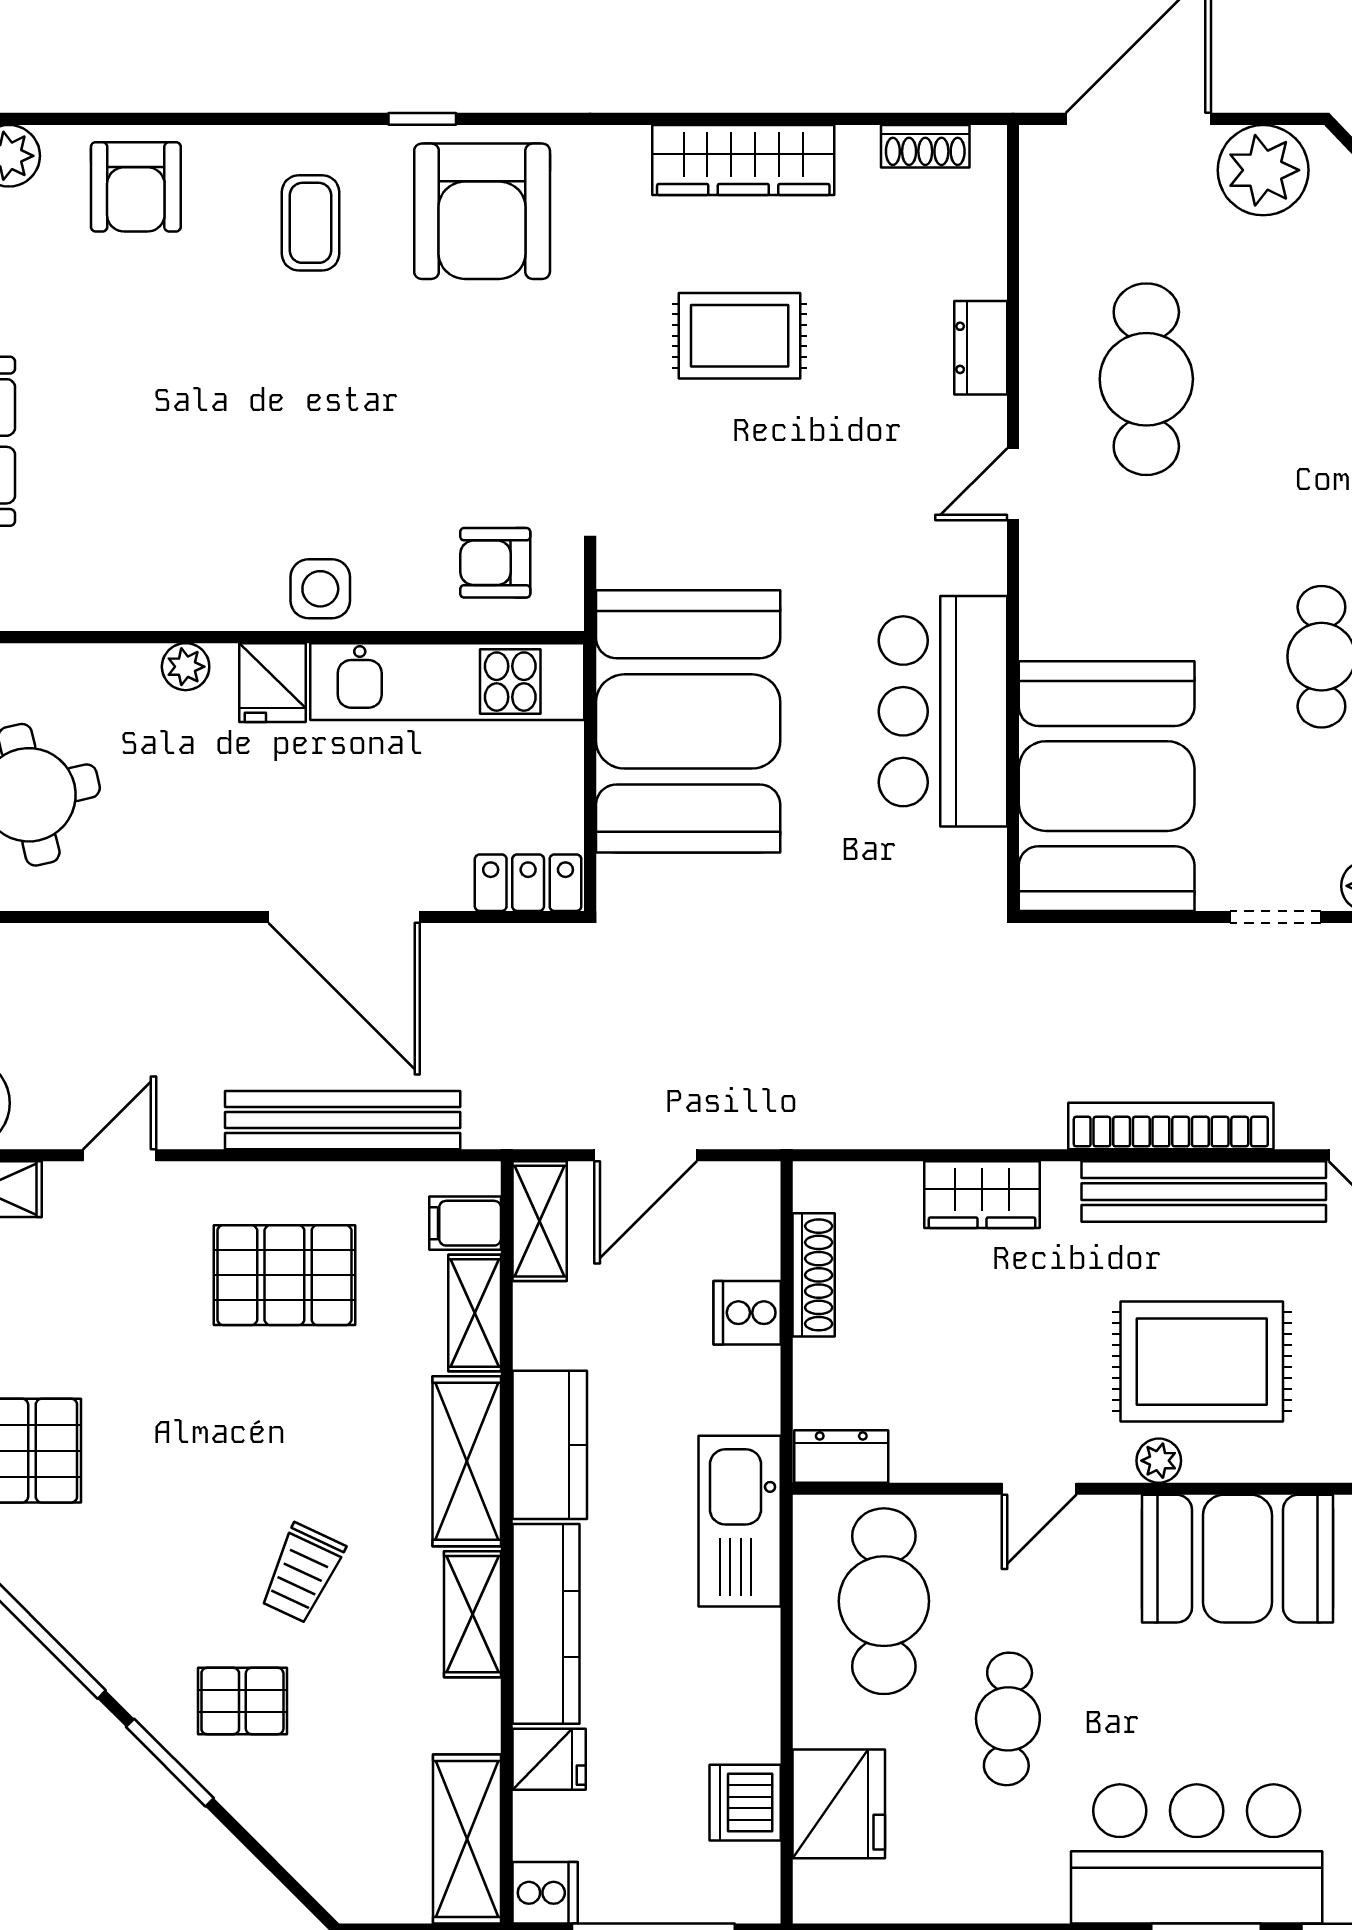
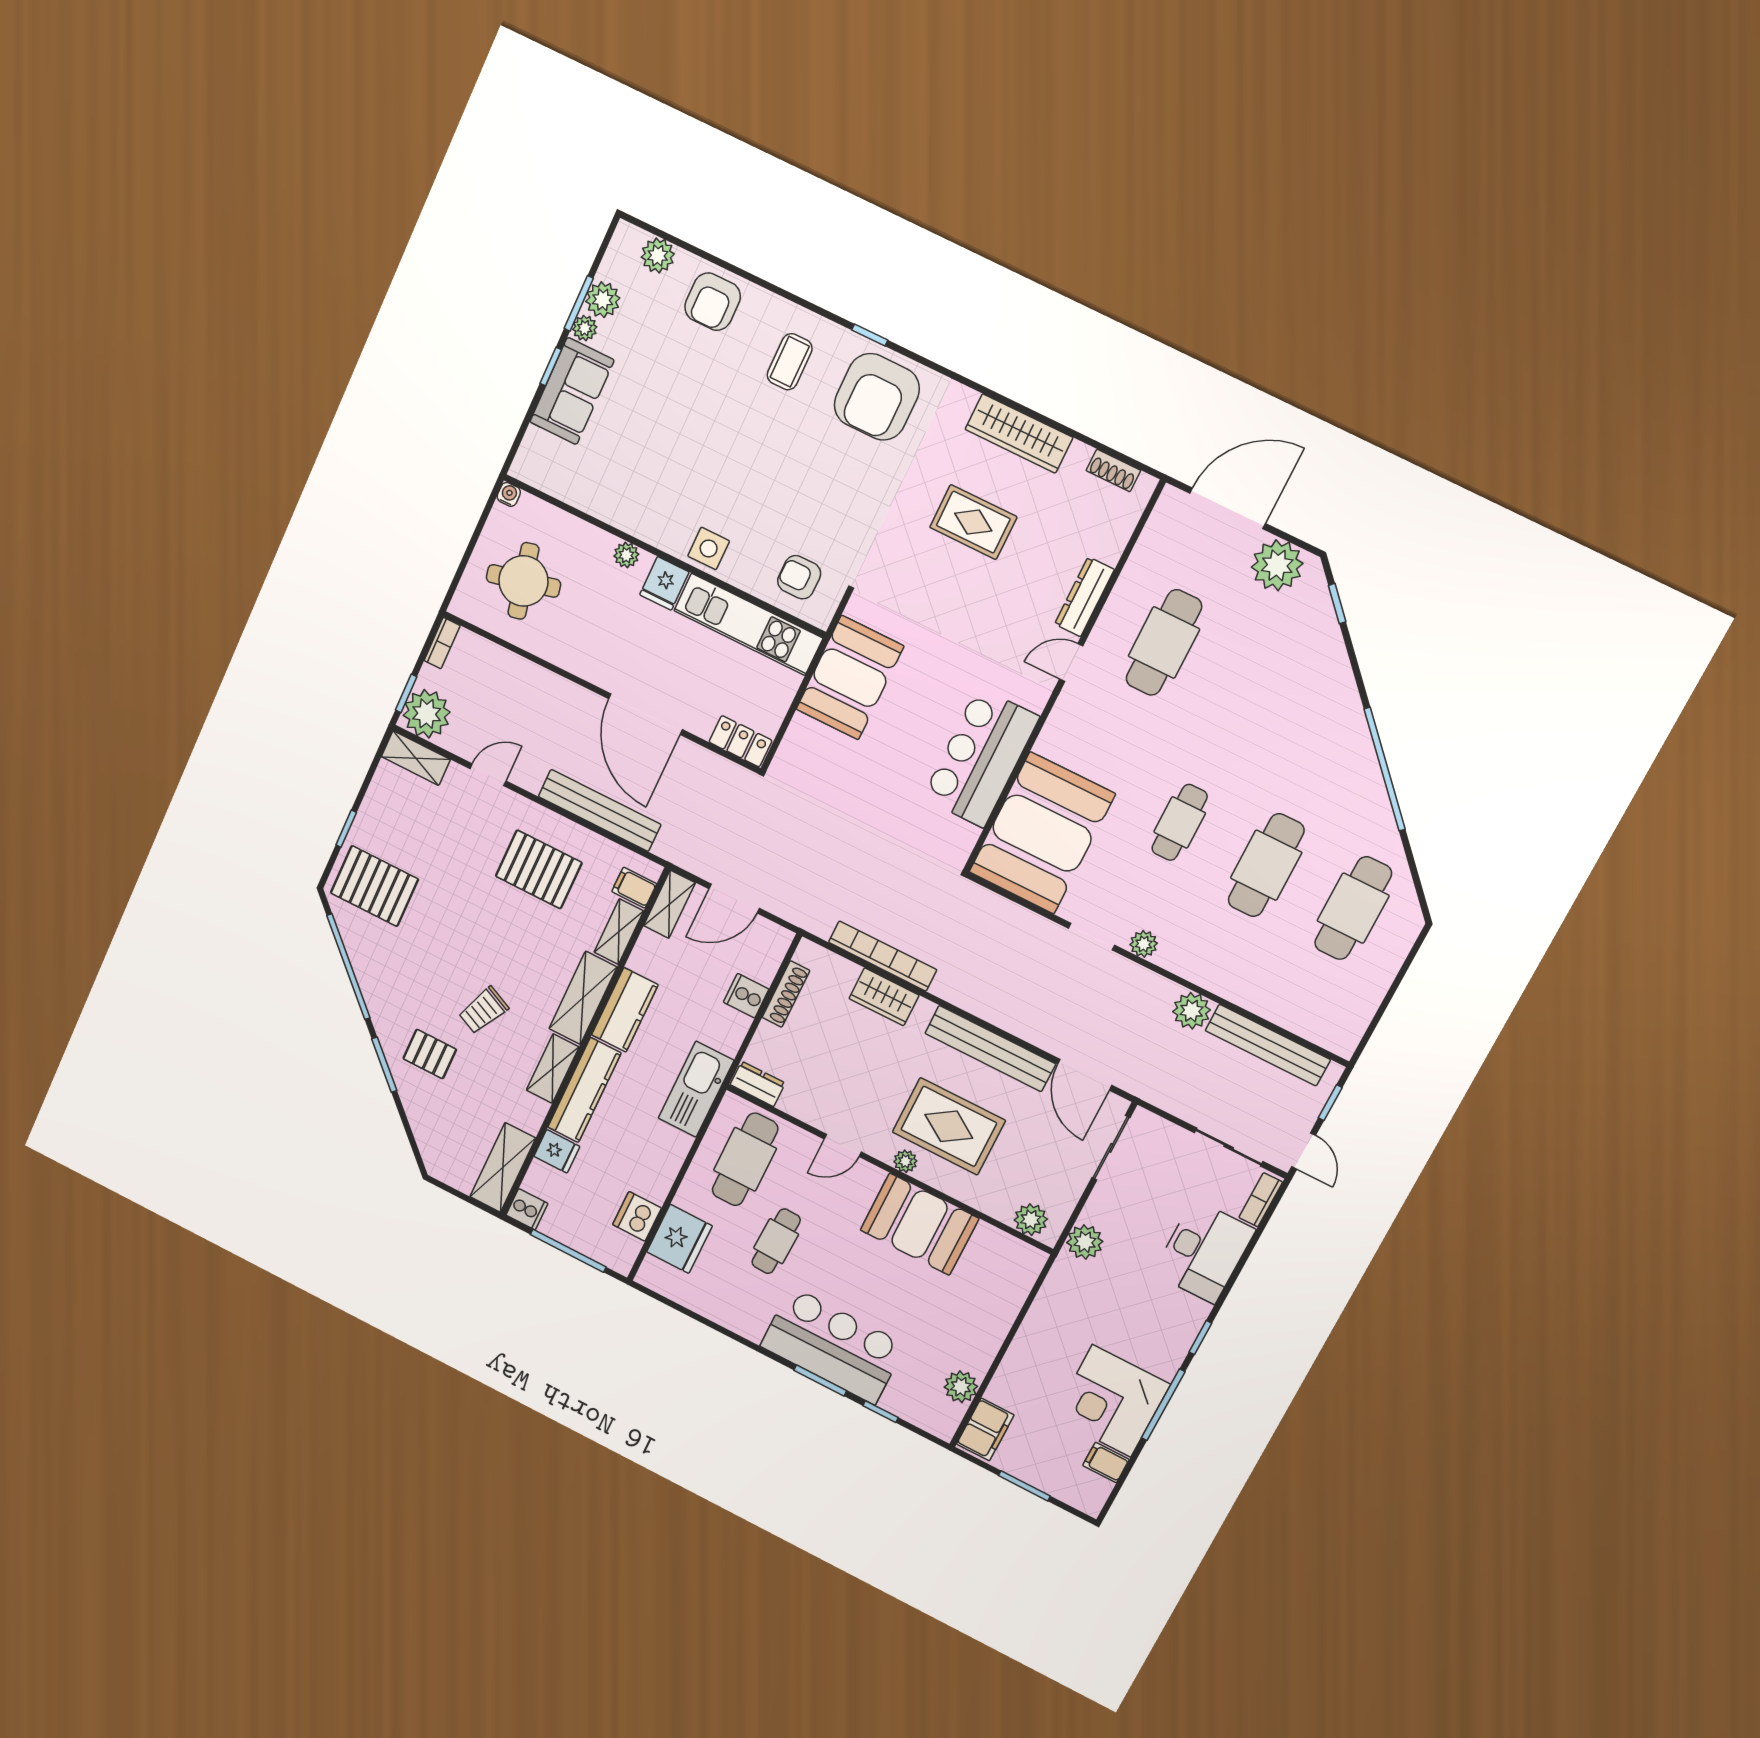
dresser: (981, 348) -> (1084, 597), width x1.44
booth: (688, 721) -> (850, 678), width x0.73, depth x0.70
bookcase: (1171, 1126) -> (883, 956), moved

